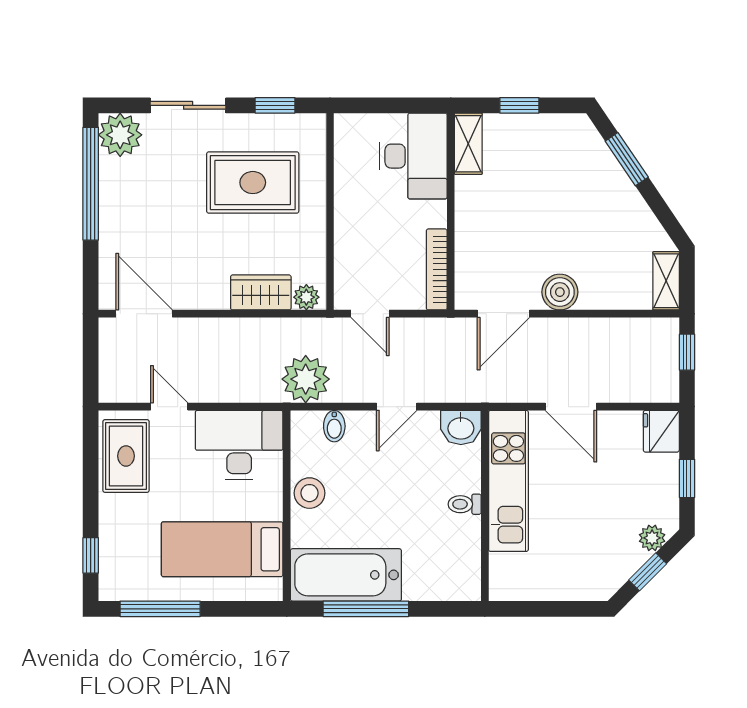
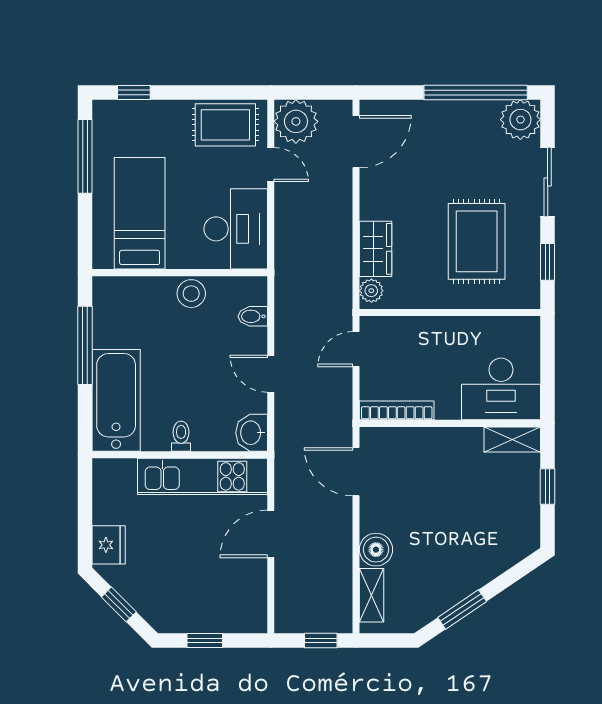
window: (627, 159) -> (462, 609), moved
shelving: (666, 281) -> (372, 595), moved, turned 90
boiler: (560, 292) -> (376, 550), moved
plant: (306, 379) -> (296, 121), moved
door: (169, 407) -> (271, 165), hinge flipped
fridge: (661, 431) -> (109, 545), moved, turned 90
plant: (652, 538) -> (150, 608), removed
bathtub: (346, 575) -> (116, 400), moved

